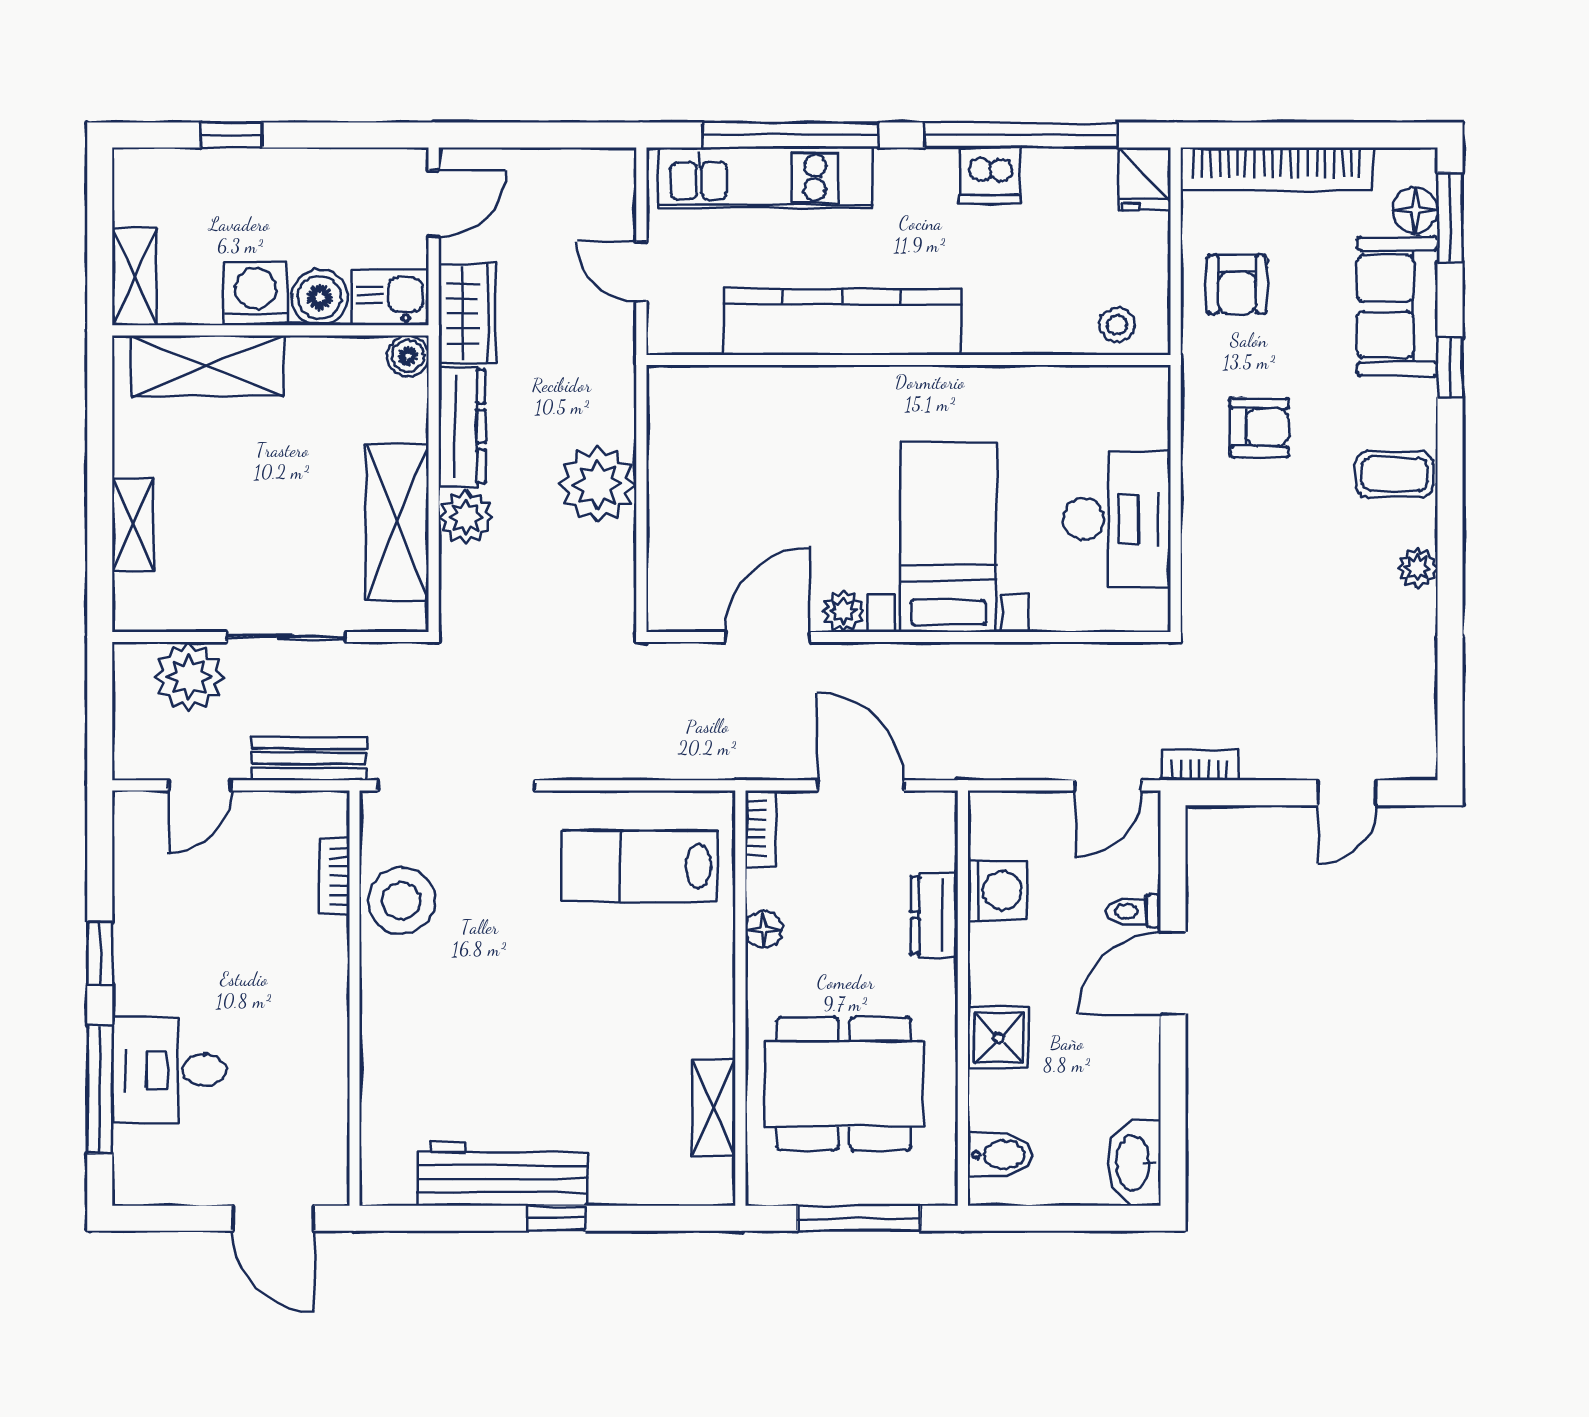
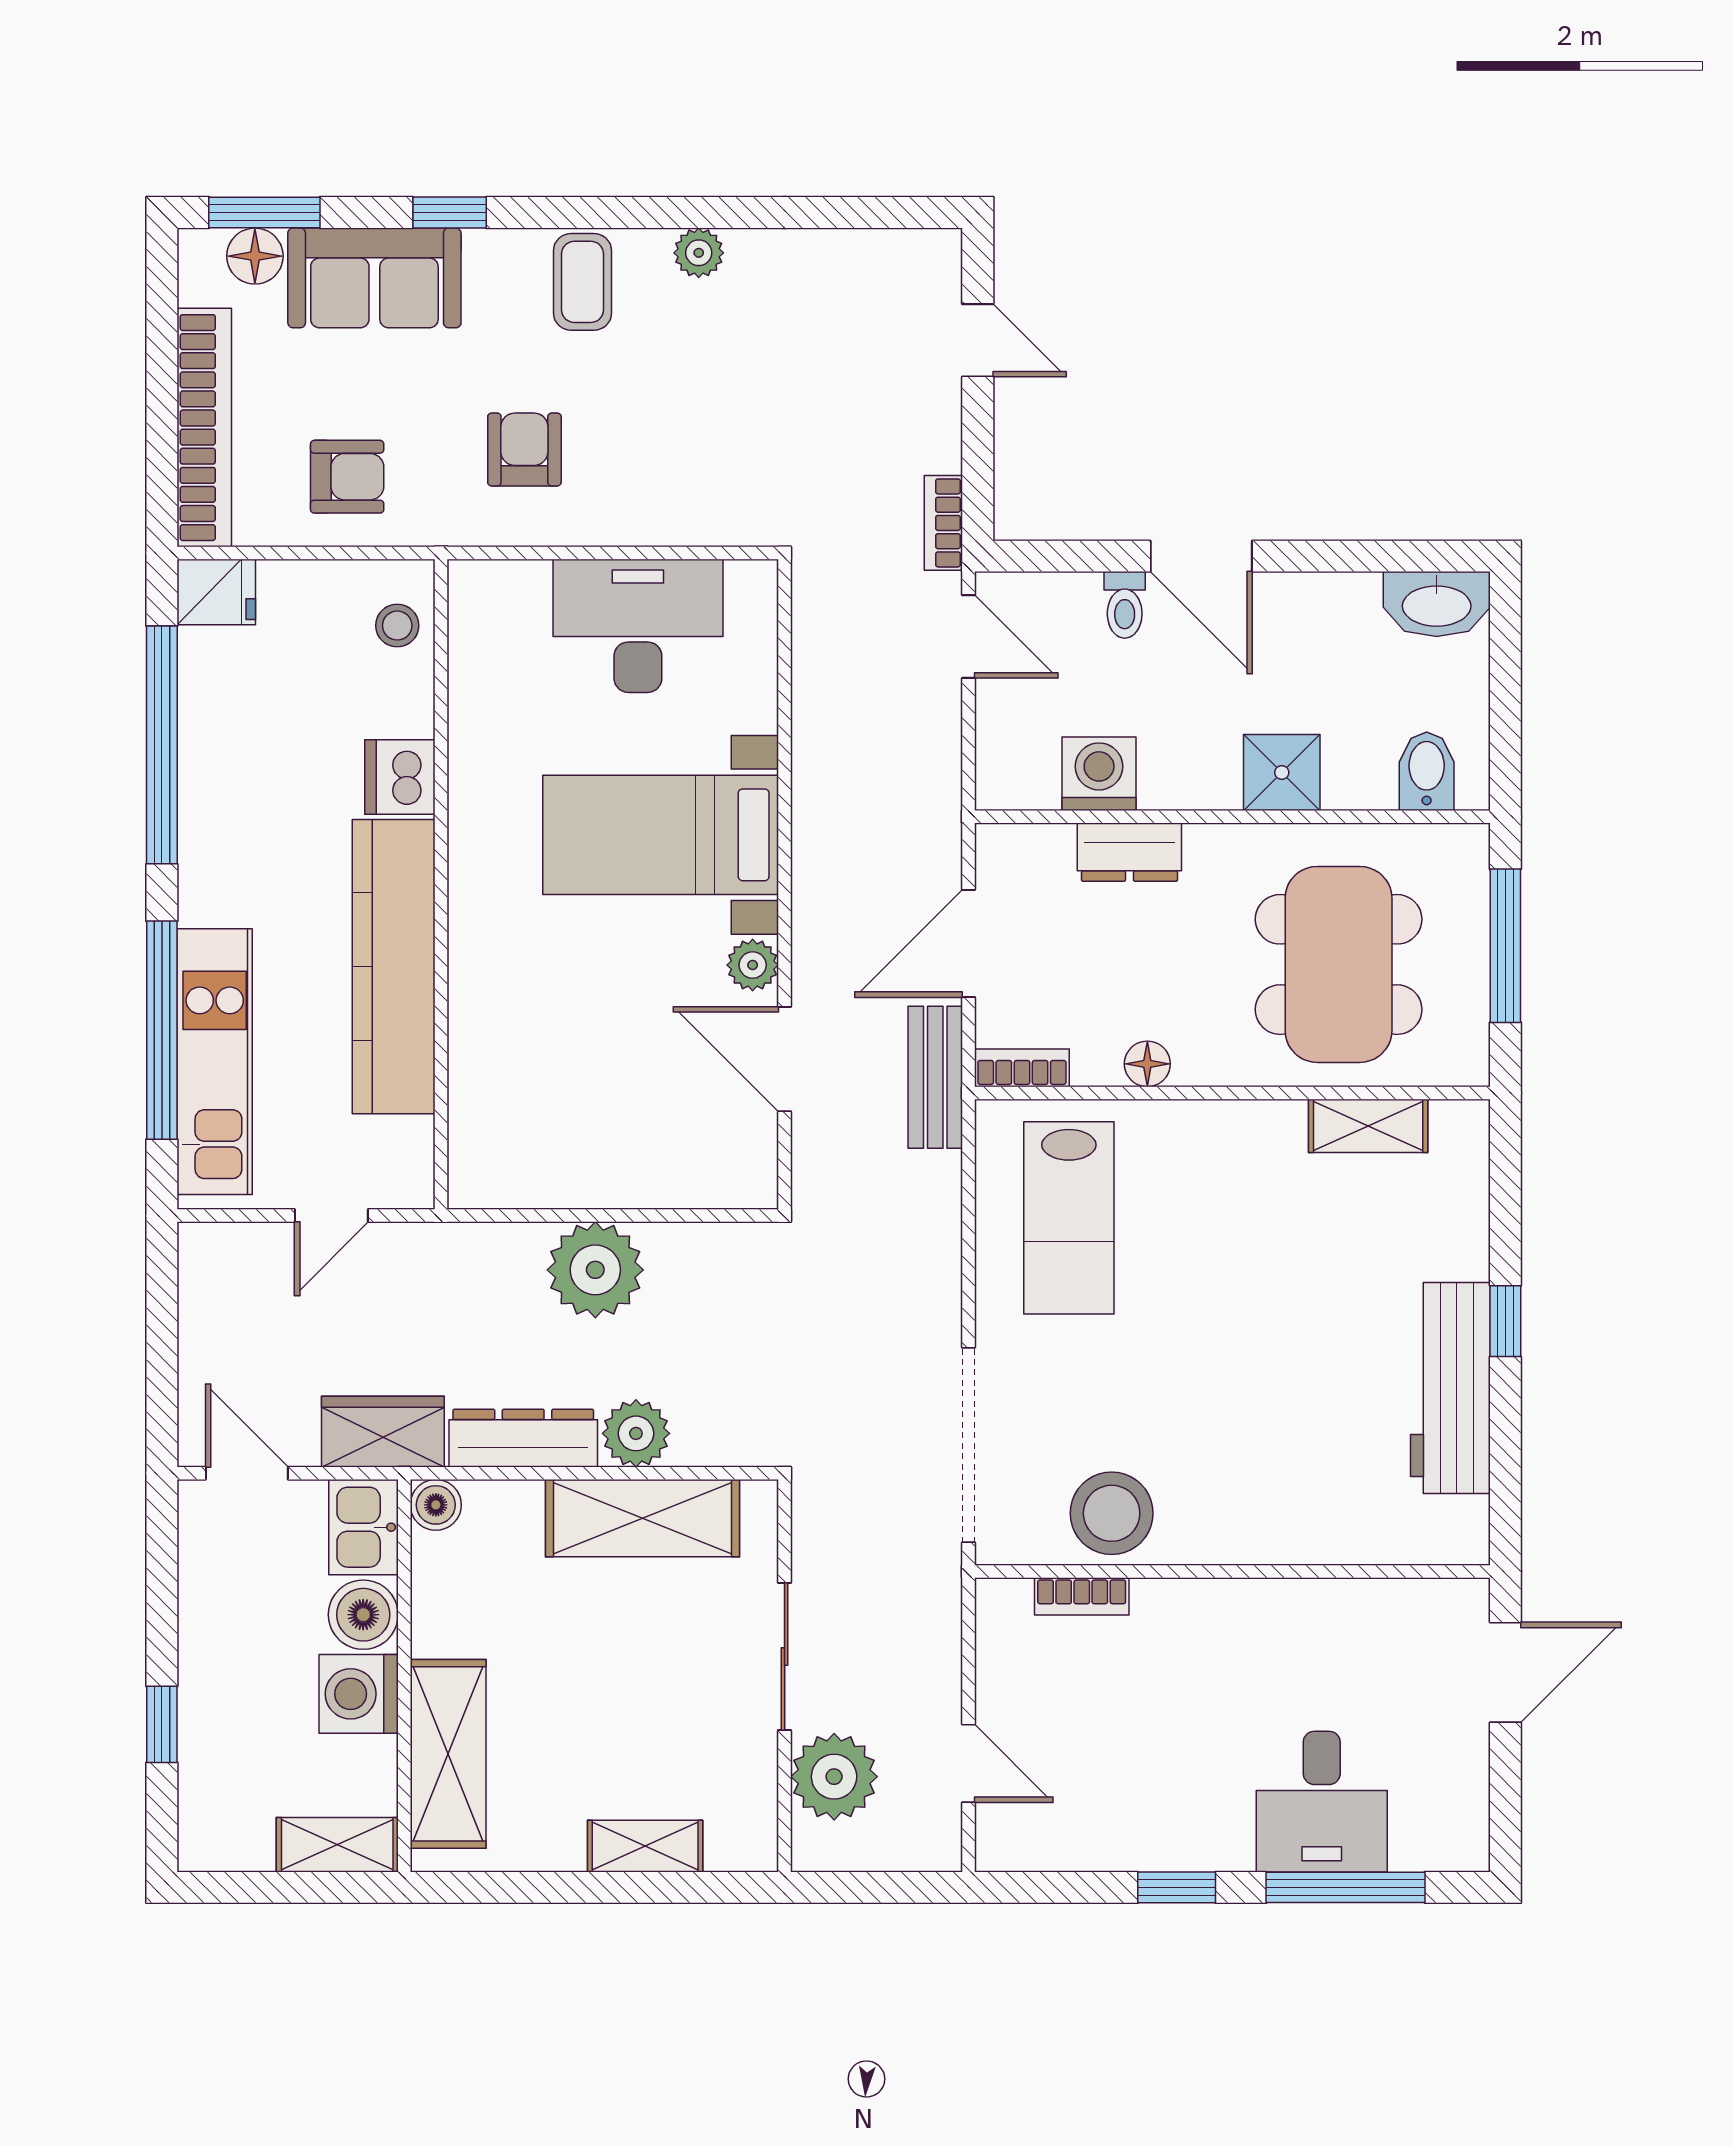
dishwasher: (990, 176) -> (400, 777), moved, turned 180
bench: (309, 759) -> (935, 1077), moved

